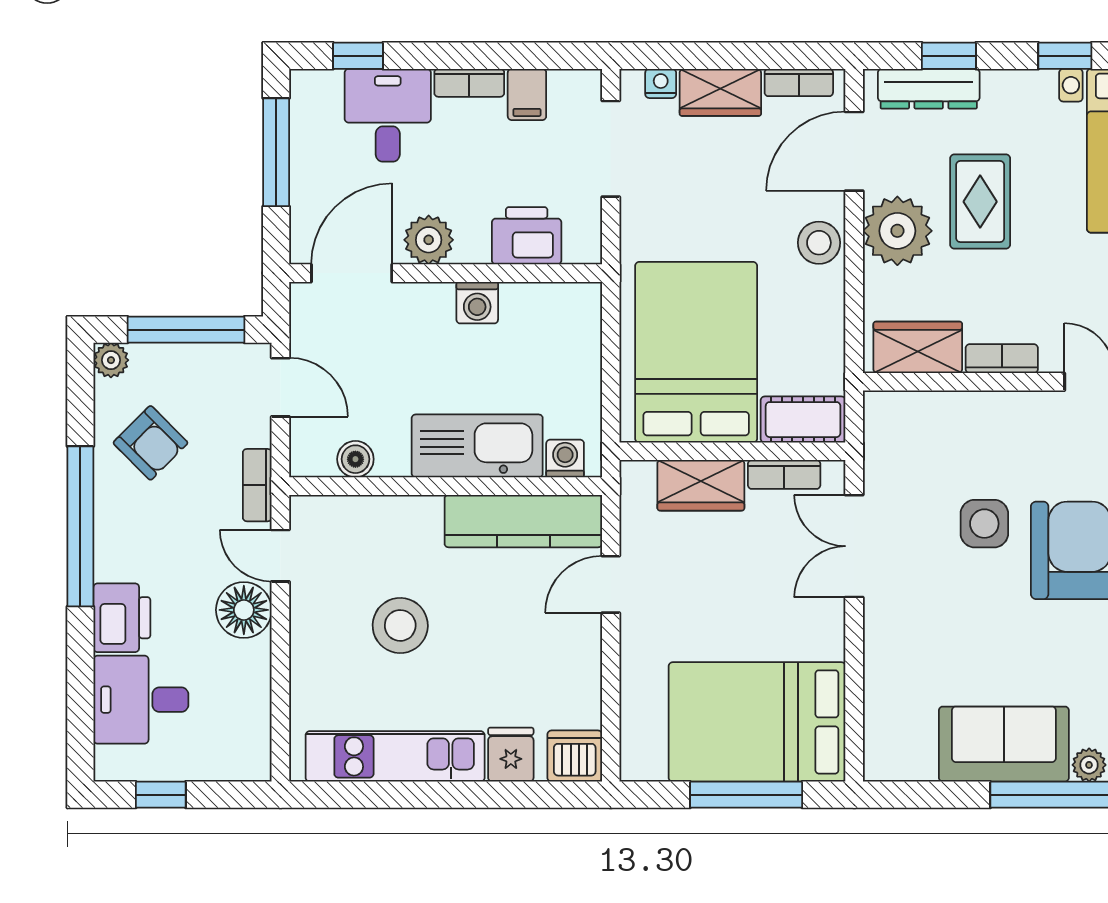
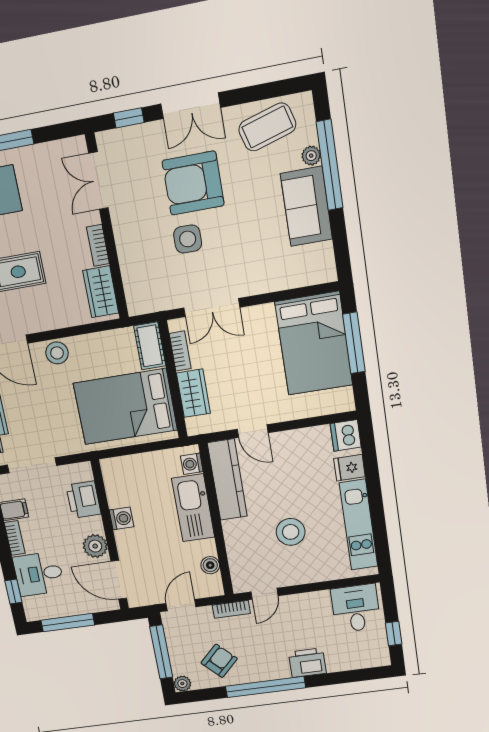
plant: (897, 231) -> (42, 313), removed
floor lamp: (244, 610) -> (295, 607), removed
desk: (141, 700) -> (356, 608), moved, turned 180

